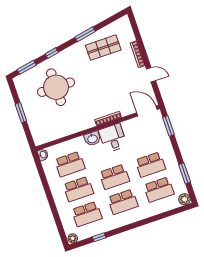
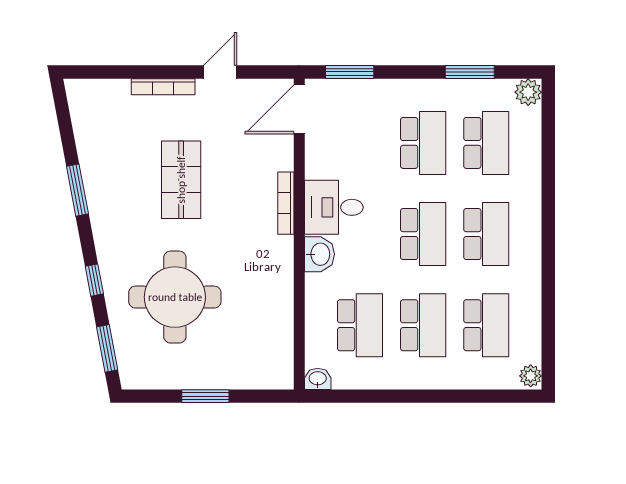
shop shelf: (103, 48) -> (181, 180), moved
window: (99, 237) -> (548, 315), removed

